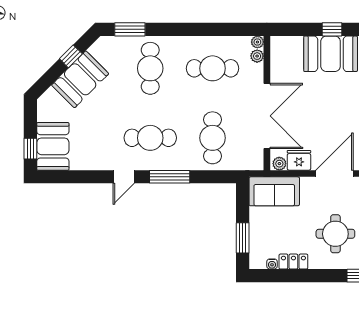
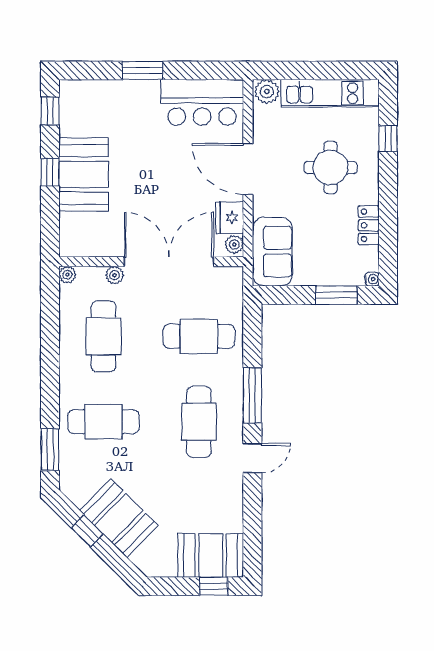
plant: (257, 56) -> (114, 275), moved
door: (124, 177) -> (252, 458), hinge flipped
water cooler: (272, 264) -> (372, 279), moved

